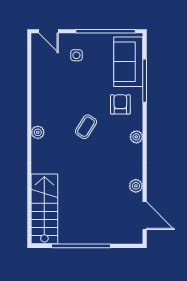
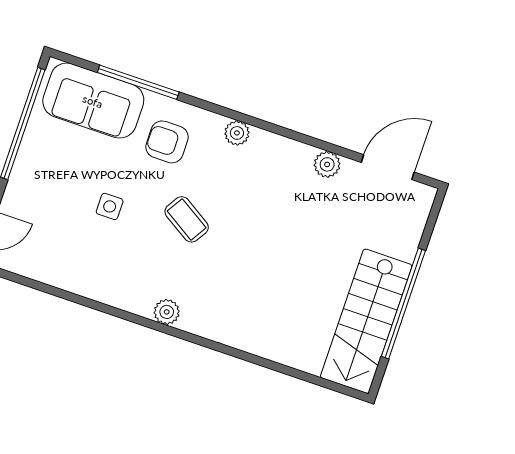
side table: (76, 55) -> (110, 206), moved
stairs: (44, 209) -> (366, 321), moved, turned -90

